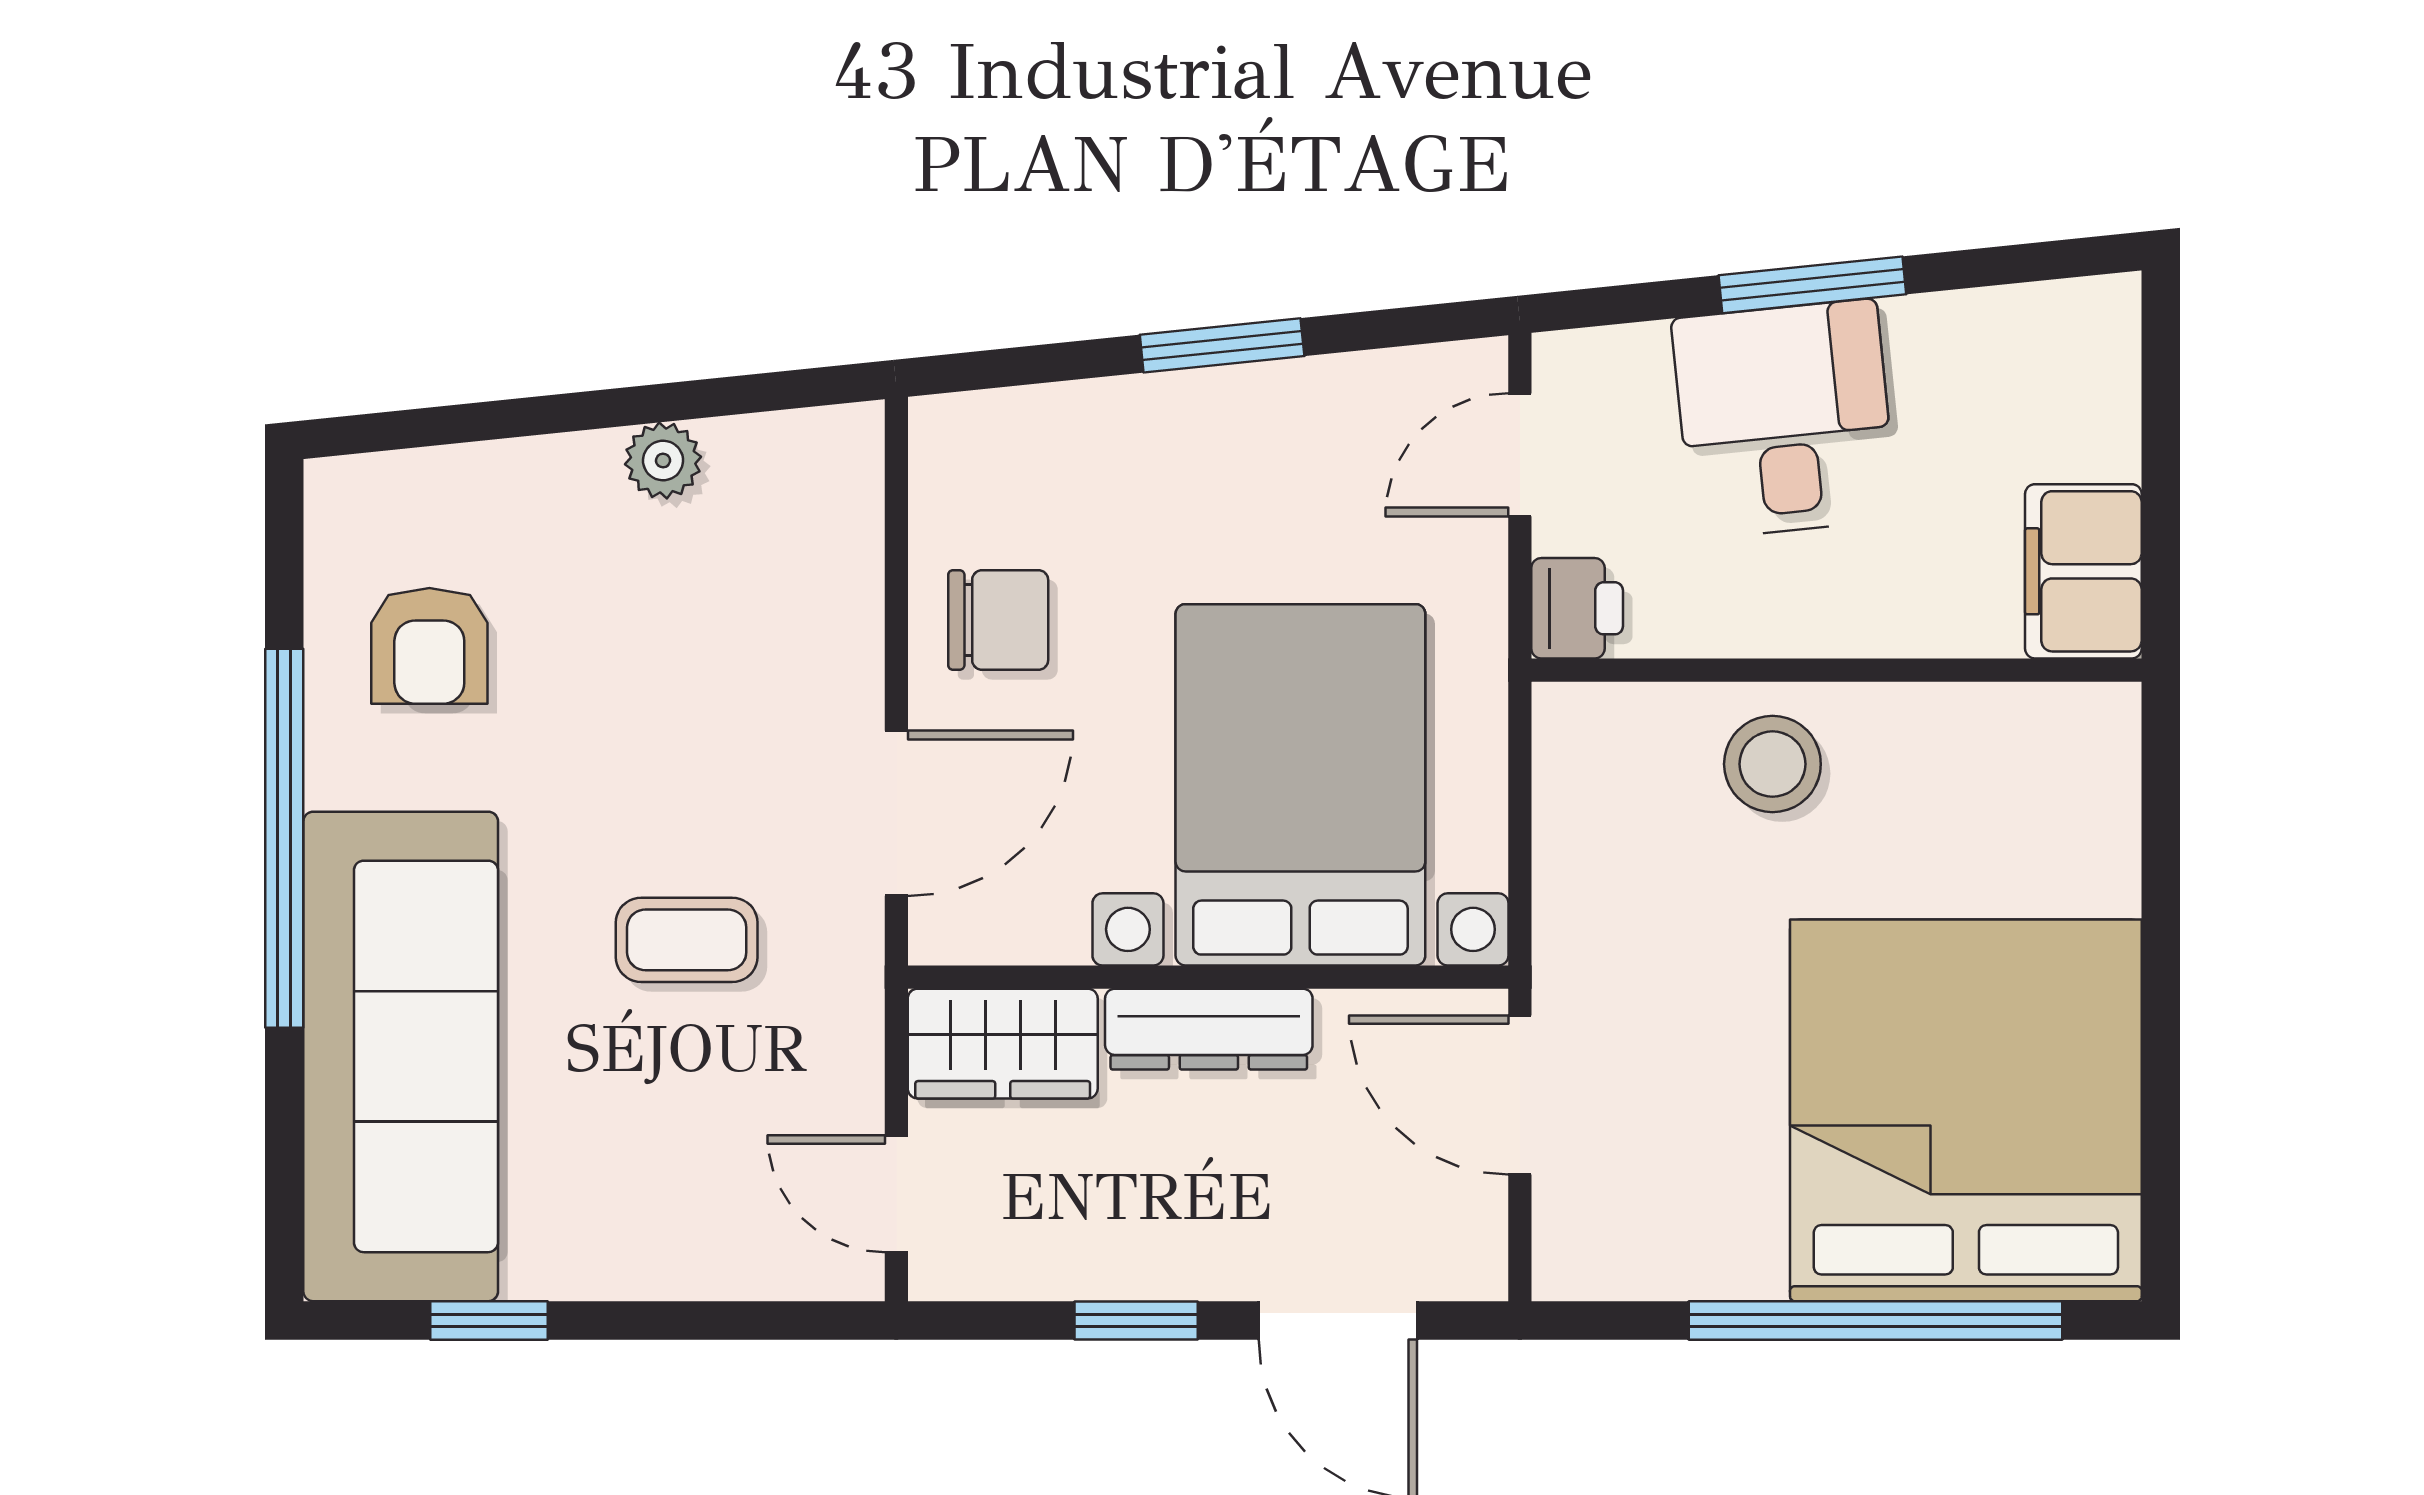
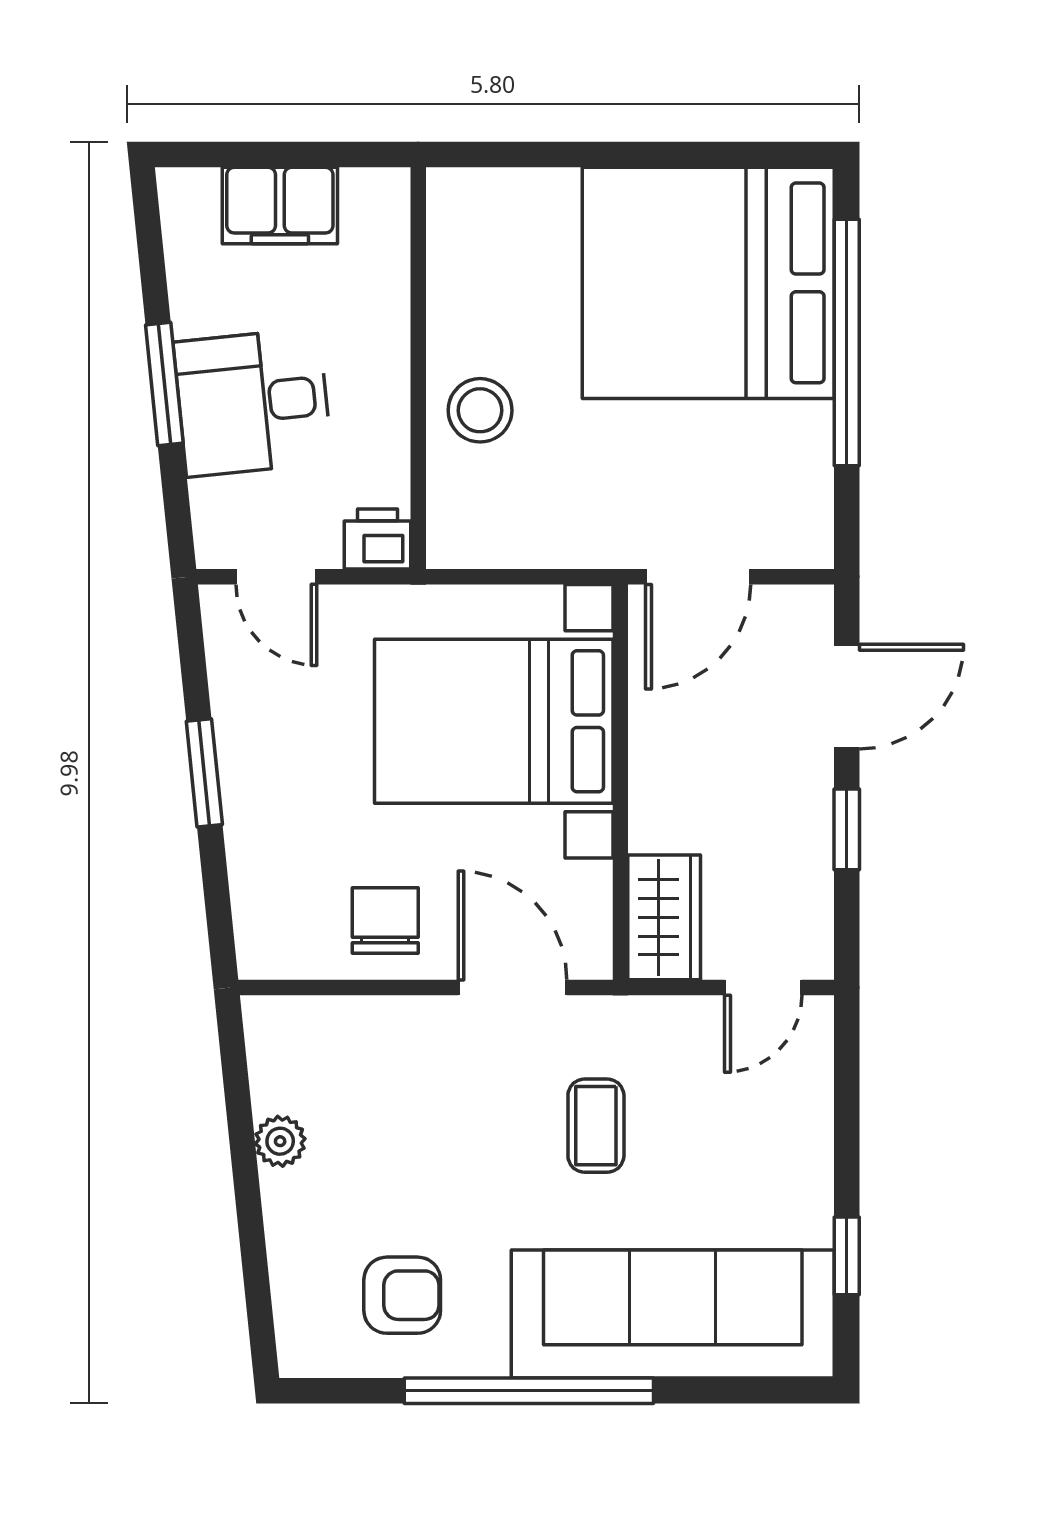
filing cabinet: (2083, 571) -> (280, 205), moved
dresser: (1209, 1029) -> (655, 782), removed

